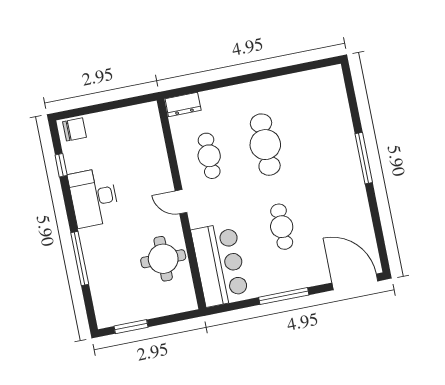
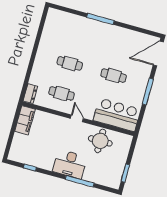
filing cabinet: (135, 118) -> (25, 120), added
chair: (74, 129) -> (16, 152), removed
cafe table: (265, 145) -> (70, 63), width x0.73, depth x0.74
desk: (94, 197) -> (70, 164), moved
door: (181, 202) -> (77, 118), swing flipped

